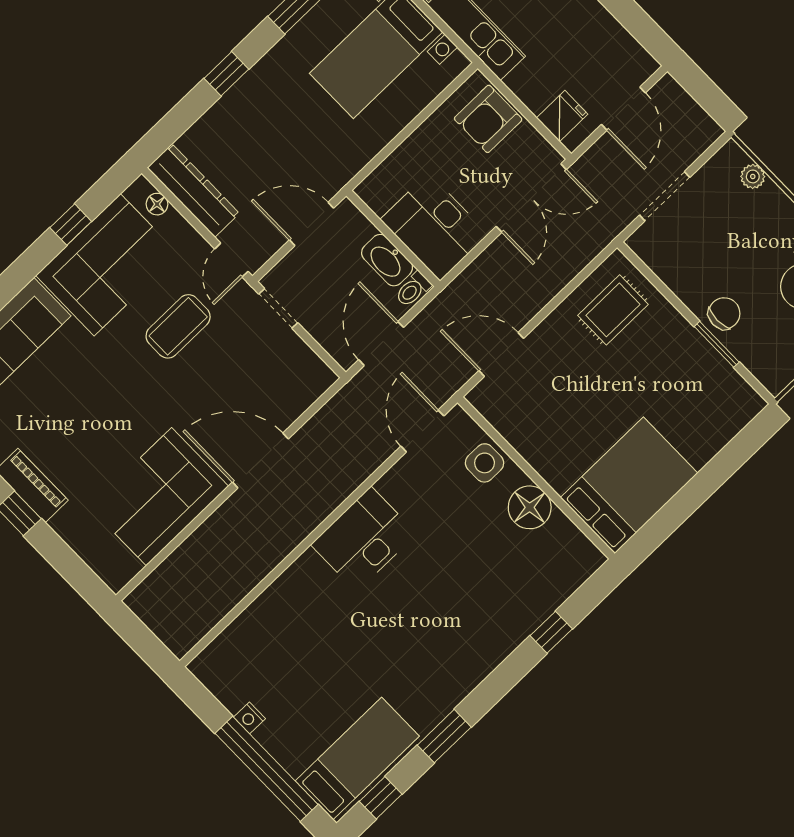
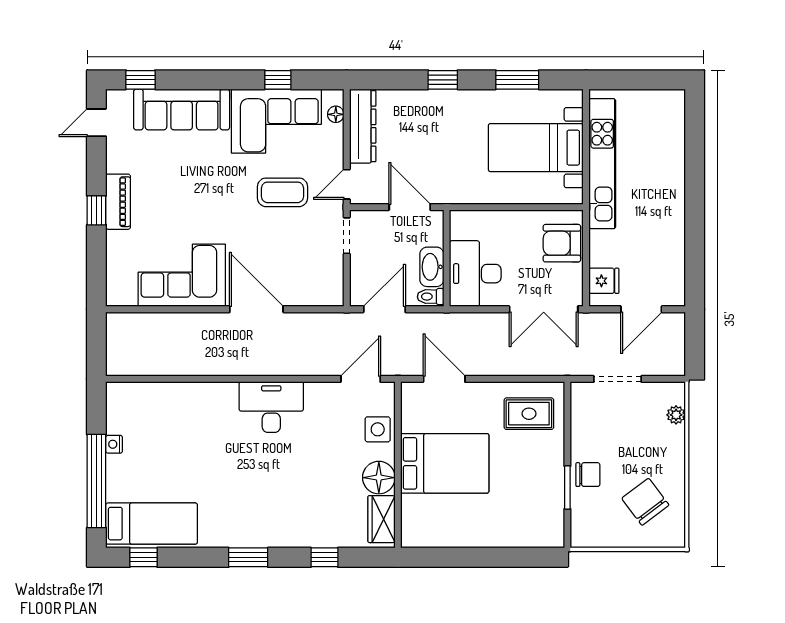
bed: (629, 485) -> (445, 463), moved
wardrobe: (570, 544) -> (381, 519), added
window: (444, 736) -> (248, 557), moved

